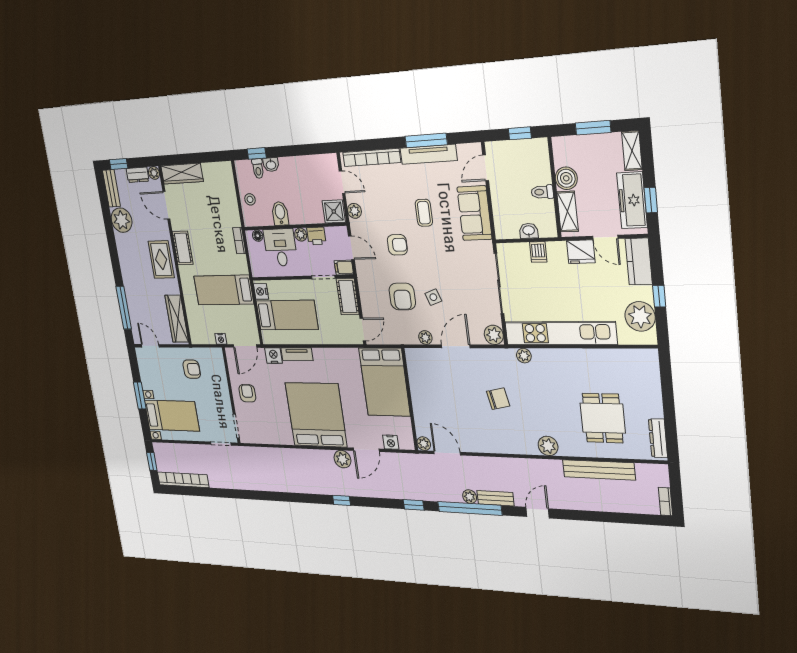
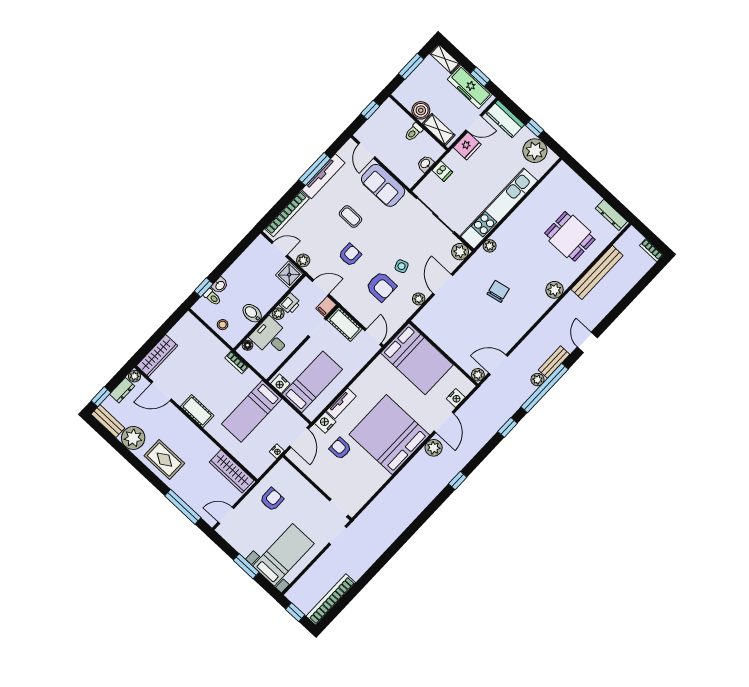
rug: (161, 259) -> (164, 460), moved
armchair: (247, 393) -> (340, 448), moved

